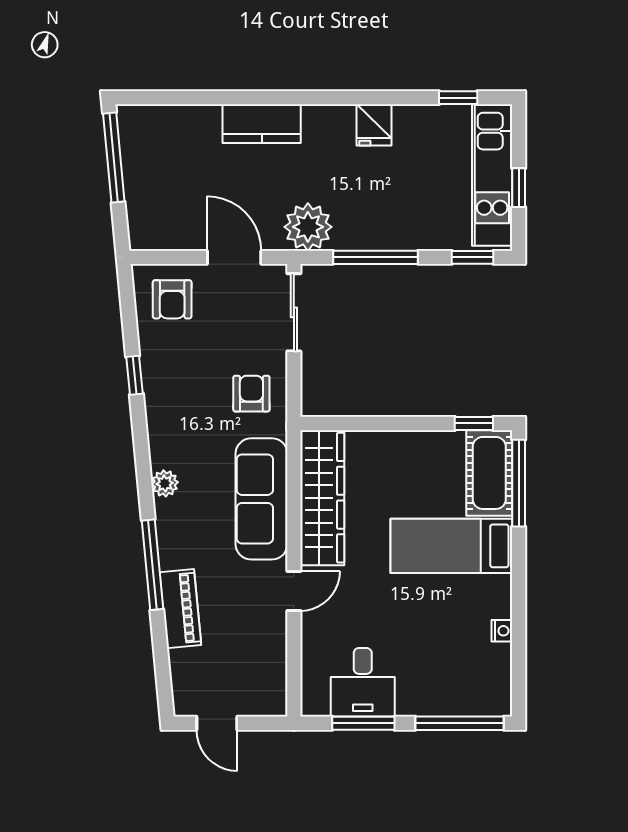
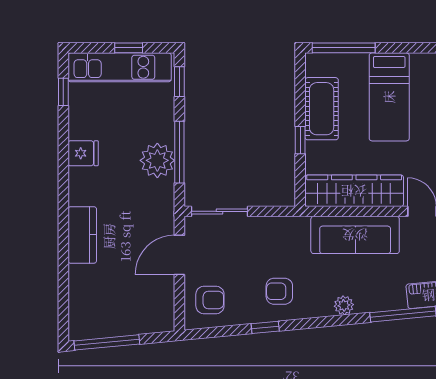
plant: (308, 227) -> (157, 160), moved
armchair: (251, 394) -> (279, 291), moved
window: (474, 423) -> (300, 140), moved
cot: (489, 473) -> (322, 109), moved, turned 90

